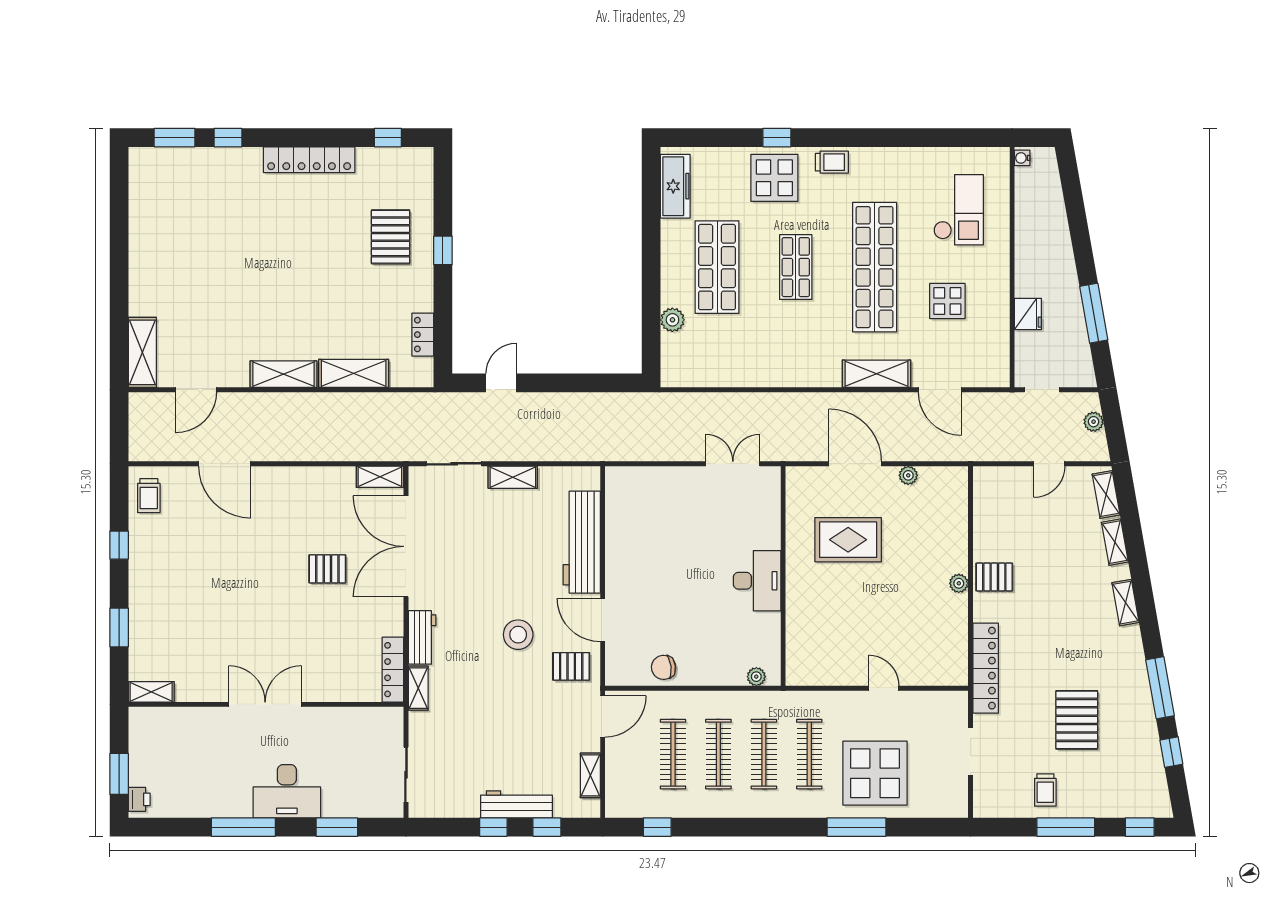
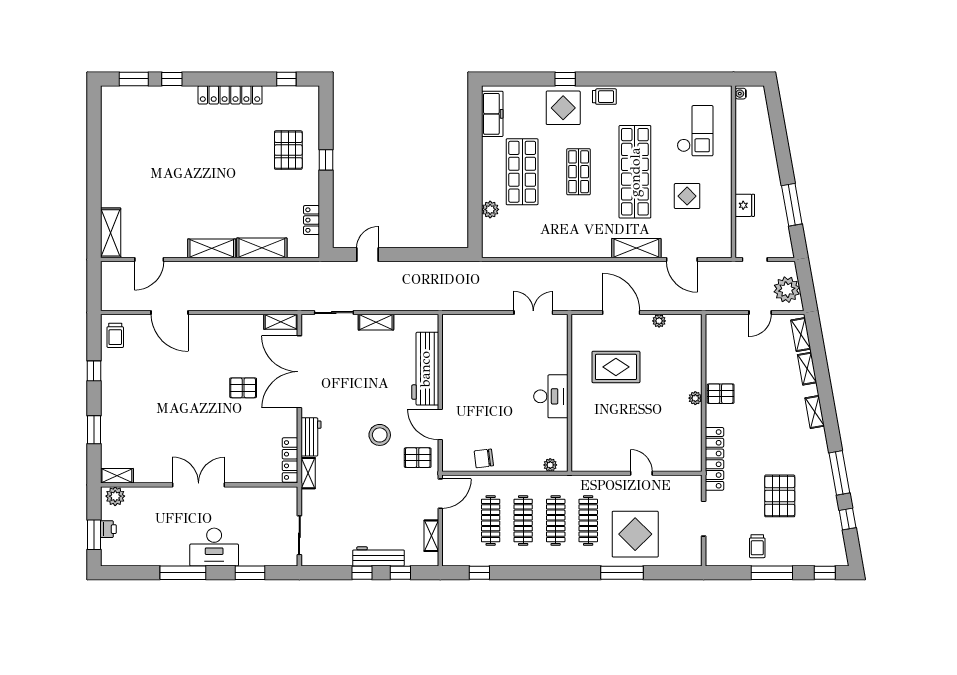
plant: (1094, 422) -> (787, 290), width x1.87, depth x1.87
plant: (149, 720) -> (115, 496), added
printer: (139, 799) -> (108, 529), moved

